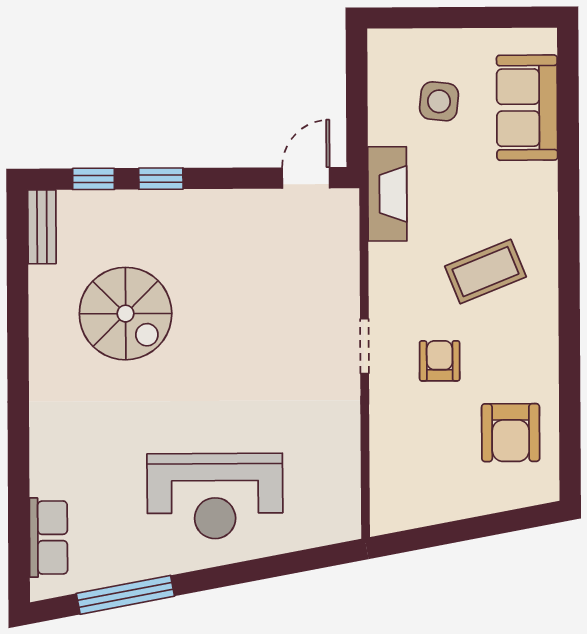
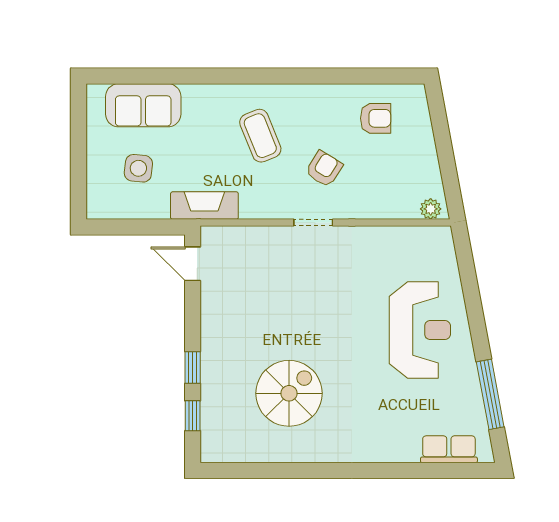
bench: (42, 227) -> (227, 453), removed
armchair: (440, 361) -> (324, 169), turned 122
armchair: (511, 433) -> (376, 118), width x0.72, depth x0.72
plant: (384, 510) -> (431, 209), added

